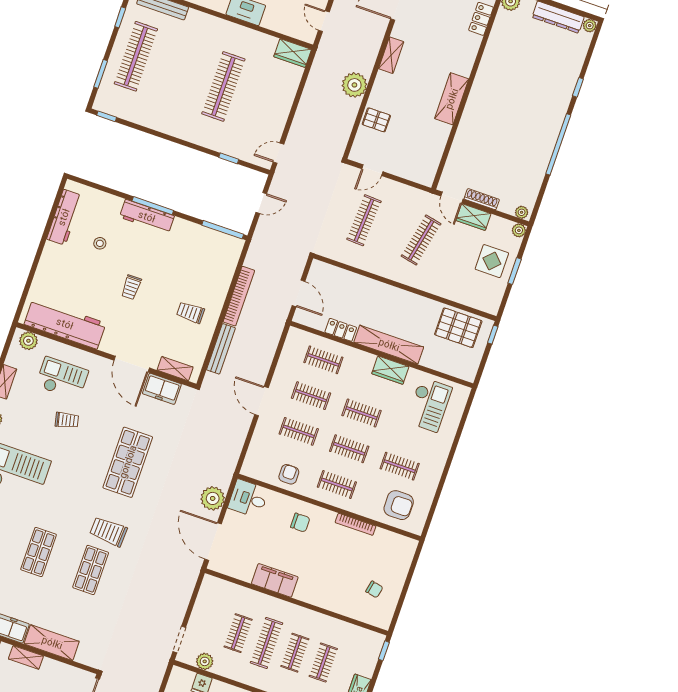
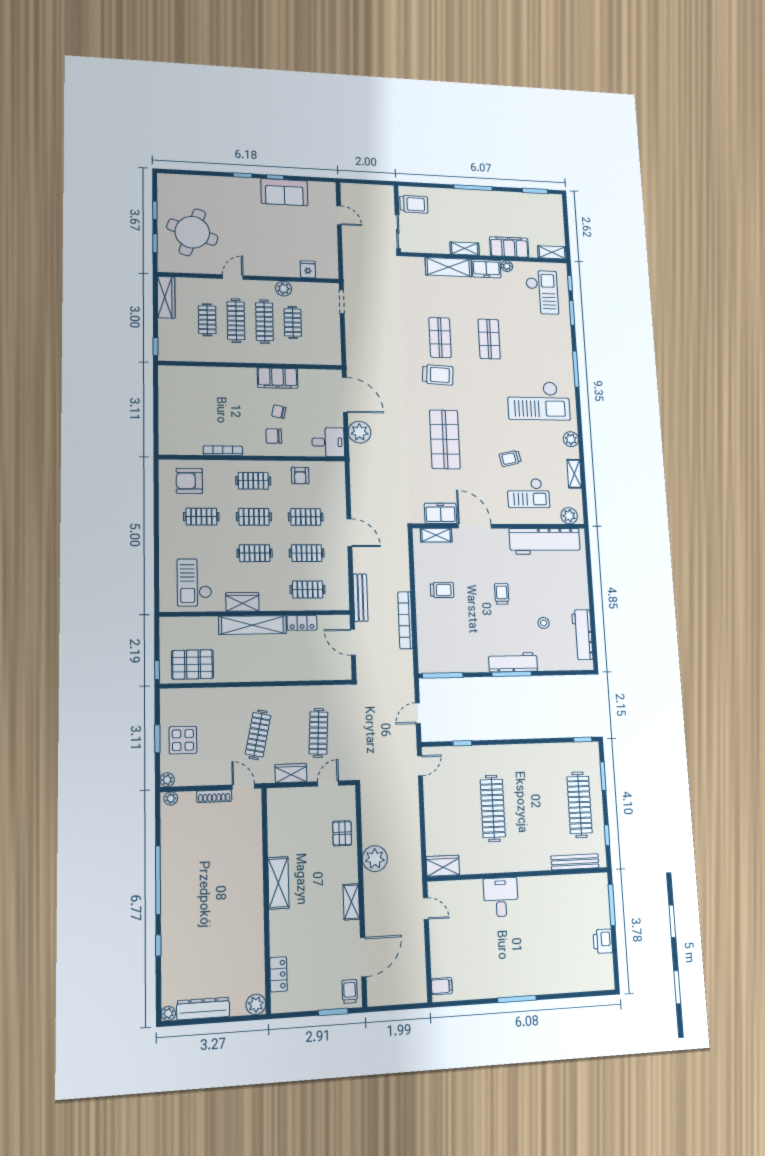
pallet: (376, 120) -> (342, 833), turned 90
wardrobe: (473, 217) -> (291, 773), moved
bench: (221, 349) -> (360, 598), moved
chair: (374, 589) -> (279, 412), moved
clothes rail: (295, 653) -> (236, 321), width x1.36
plant: (205, 661) -> (284, 289), moved

